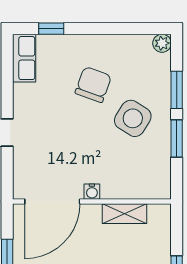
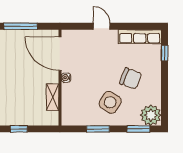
plant: (162, 43) -> (151, 115), width x1.87, depth x1.87
row of seats: (24, 58) -> (140, 37), width x1.48
window: (177, 90) -> (138, 129), moved

